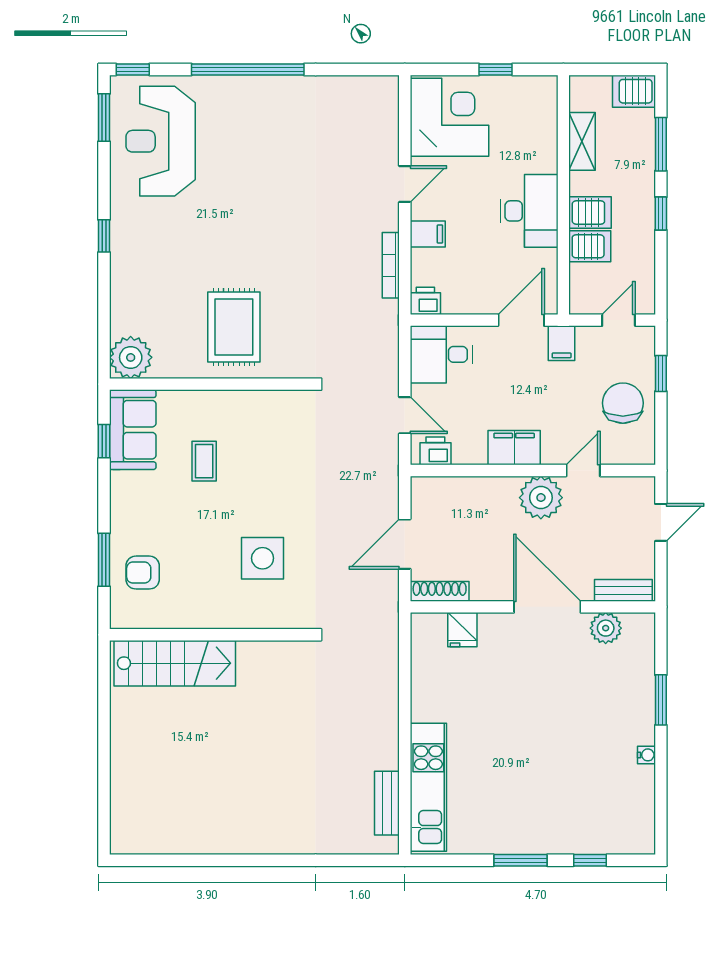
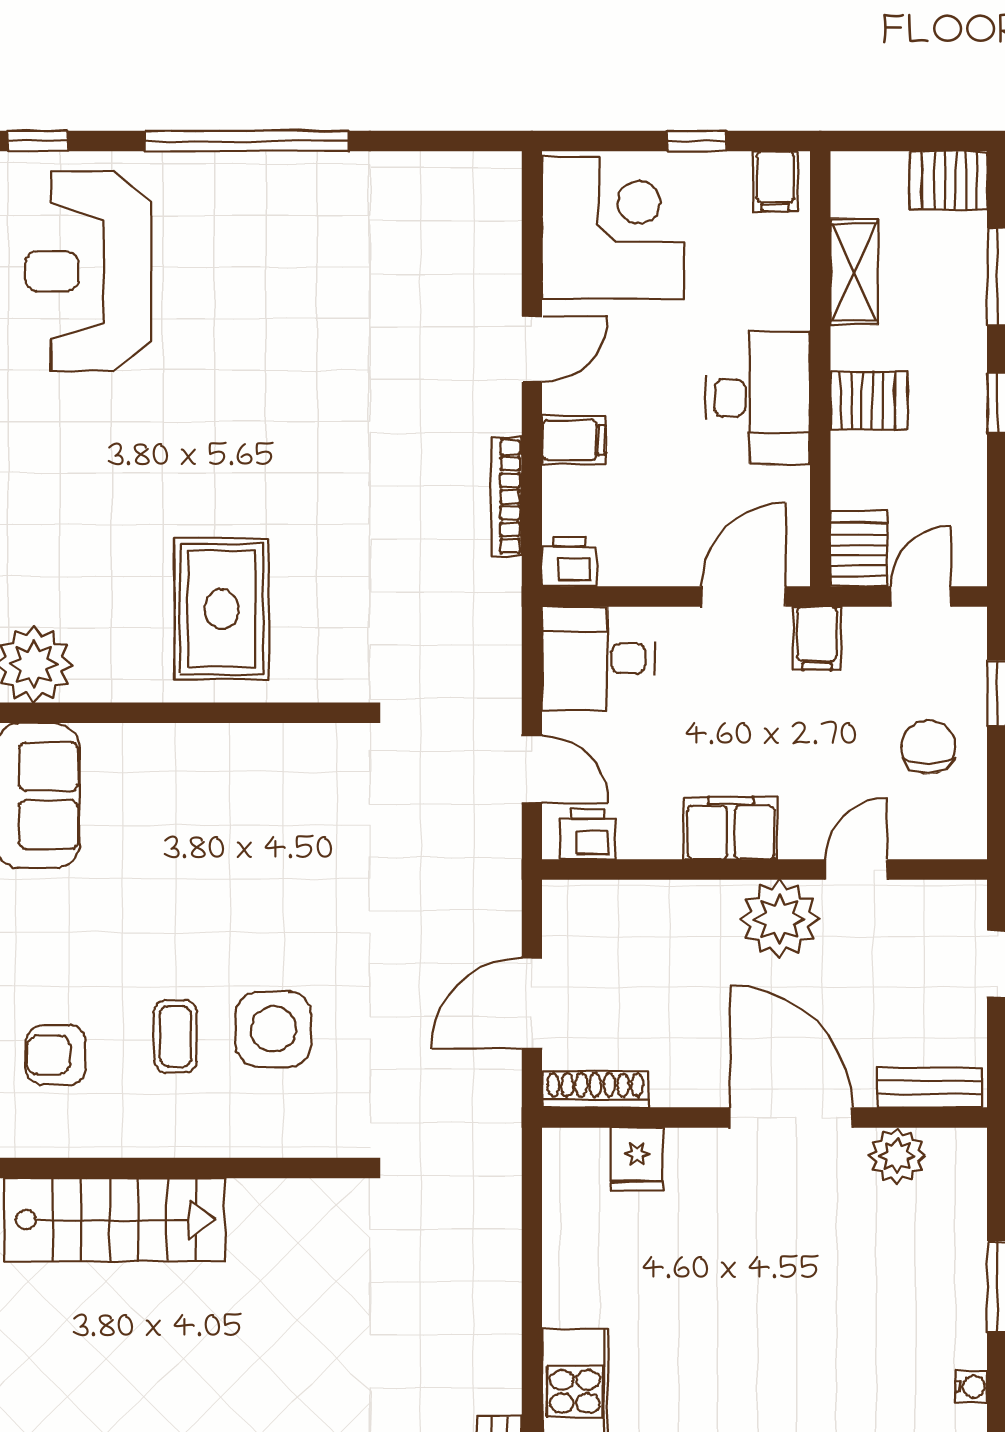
filing cabinet: (539, 92) -> (775, 181), added
server rack: (590, 246) -> (859, 549), moved, turned -90
chair: (623, 403) -> (928, 747), width x0.73, depth x0.73
coffee table: (204, 461) -> (175, 1036), moved

